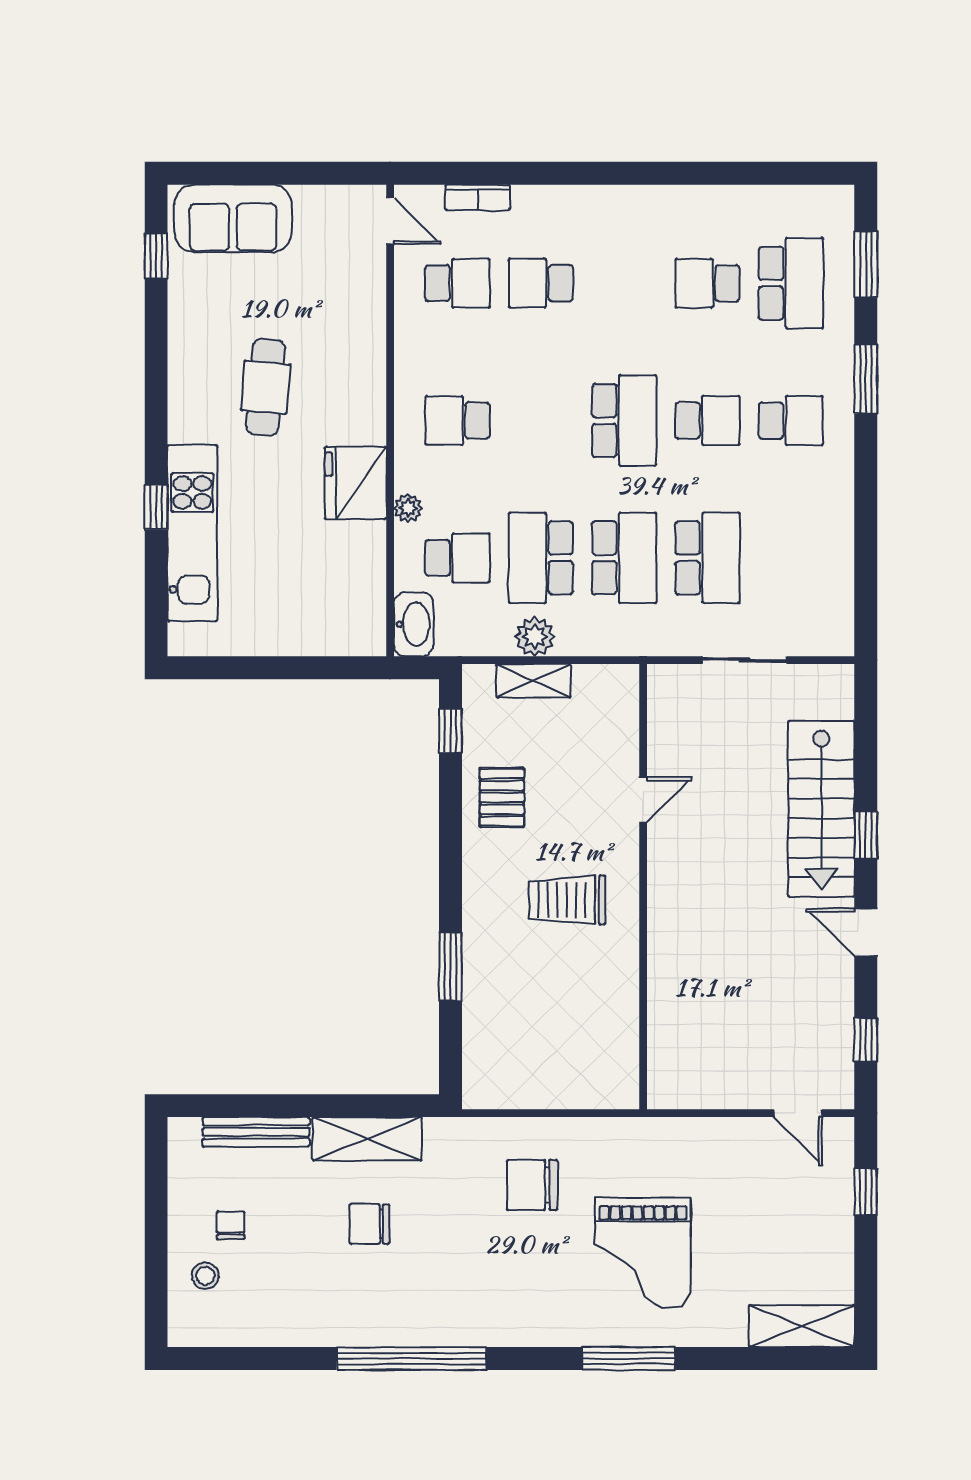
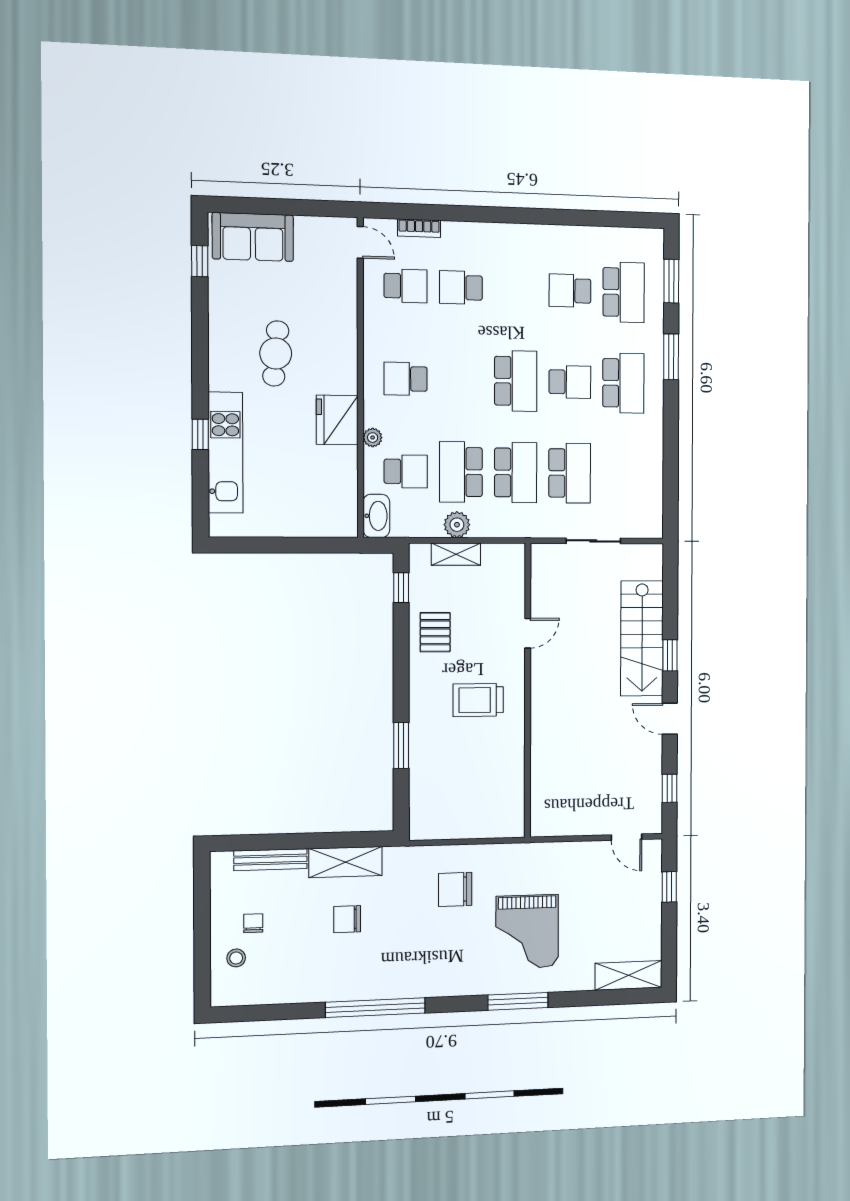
school desk: (791, 420) -> (623, 383), width x1.85

